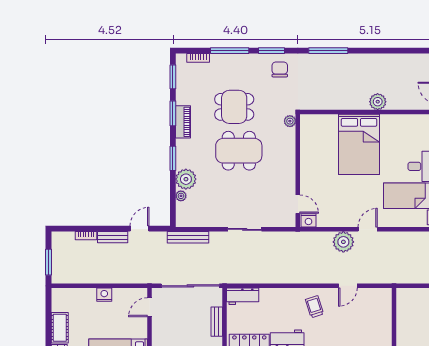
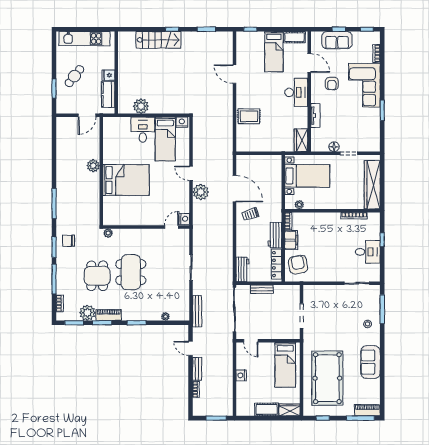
plant: (186, 179) -> (87, 313), moved
door: (348, 286) -> (234, 189), width x1.88

